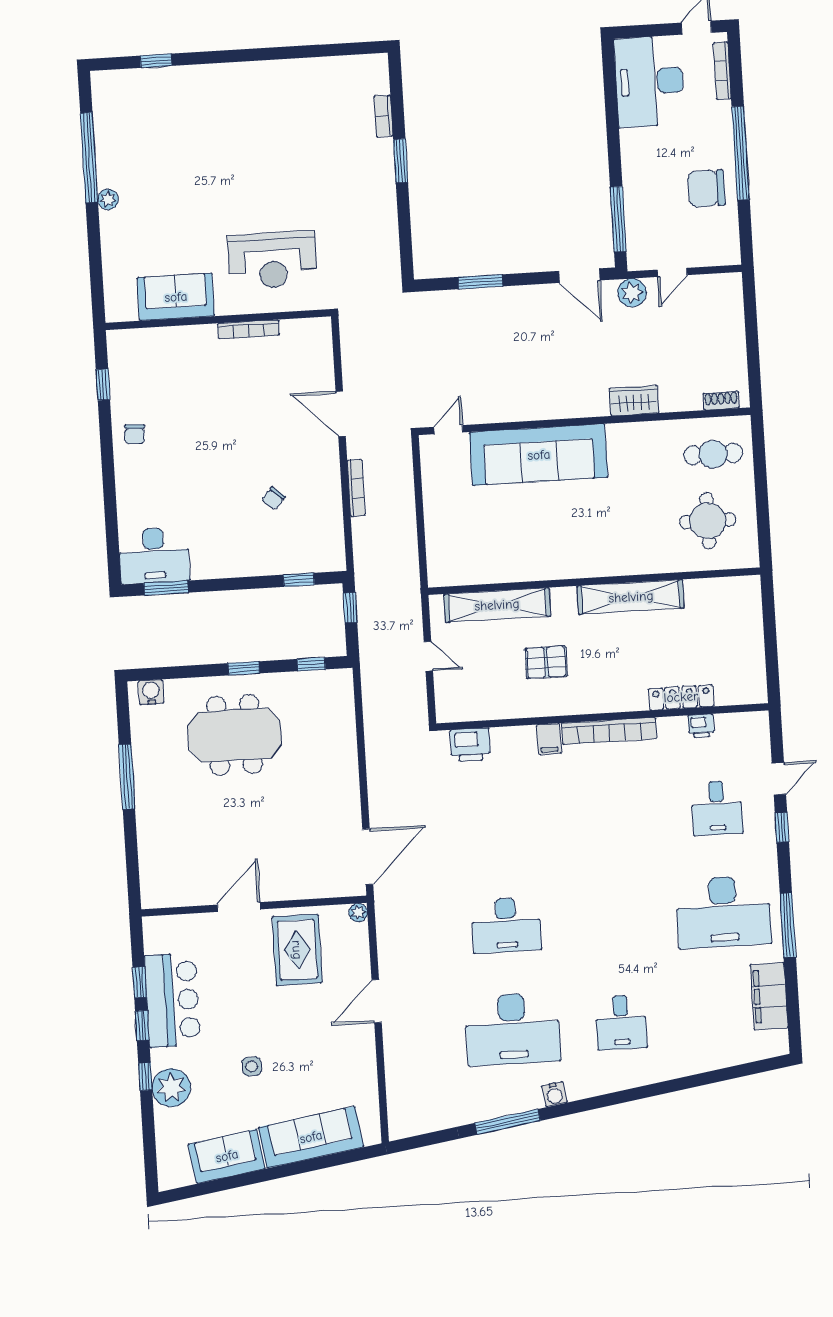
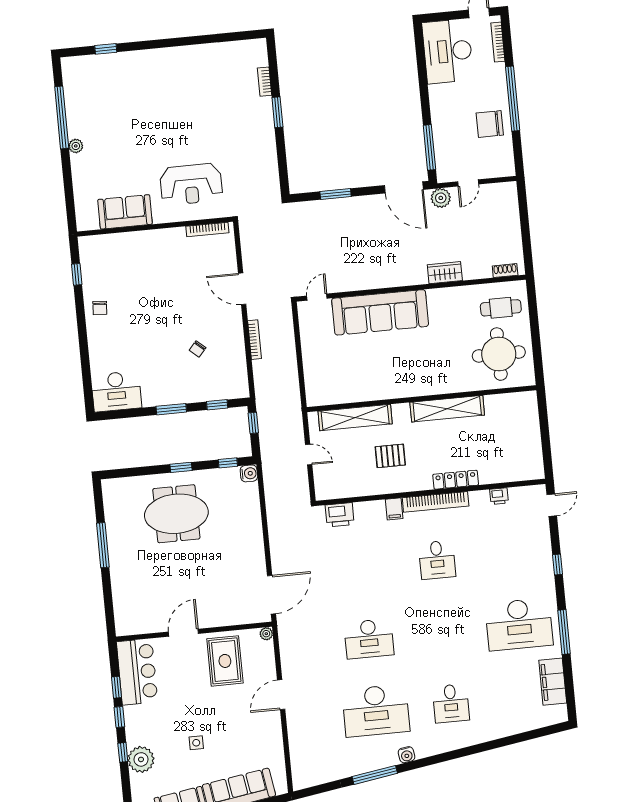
door: (579, 276) -> (404, 187), width x1.36
bookcase: (248, 329) -> (207, 230), moved
round table: (708, 521) -> (499, 354), width x1.36, depth x1.36
window: (166, 588) -> (171, 409), moved
water cooler: (151, 692) -> (249, 473), moved, turned 90
locker: (681, 697) -> (456, 480), moved
door: (779, 779) -> (552, 505), moved
desk: (717, 808) -> (437, 560), moved
bar counter: (172, 1000) -> (137, 672), moved

